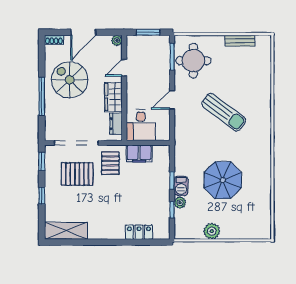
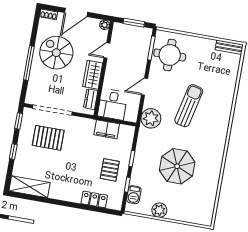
bench: (240, 41) -> (229, 47), moved
sun lounger: (224, 112) -> (189, 106), turned -114
pallet: (110, 163) -> (110, 170), moved
barbecue: (181, 186) -> (134, 195), moved
plant: (180, 203) -> (151, 118), moved, width x1.88, depth x1.88

